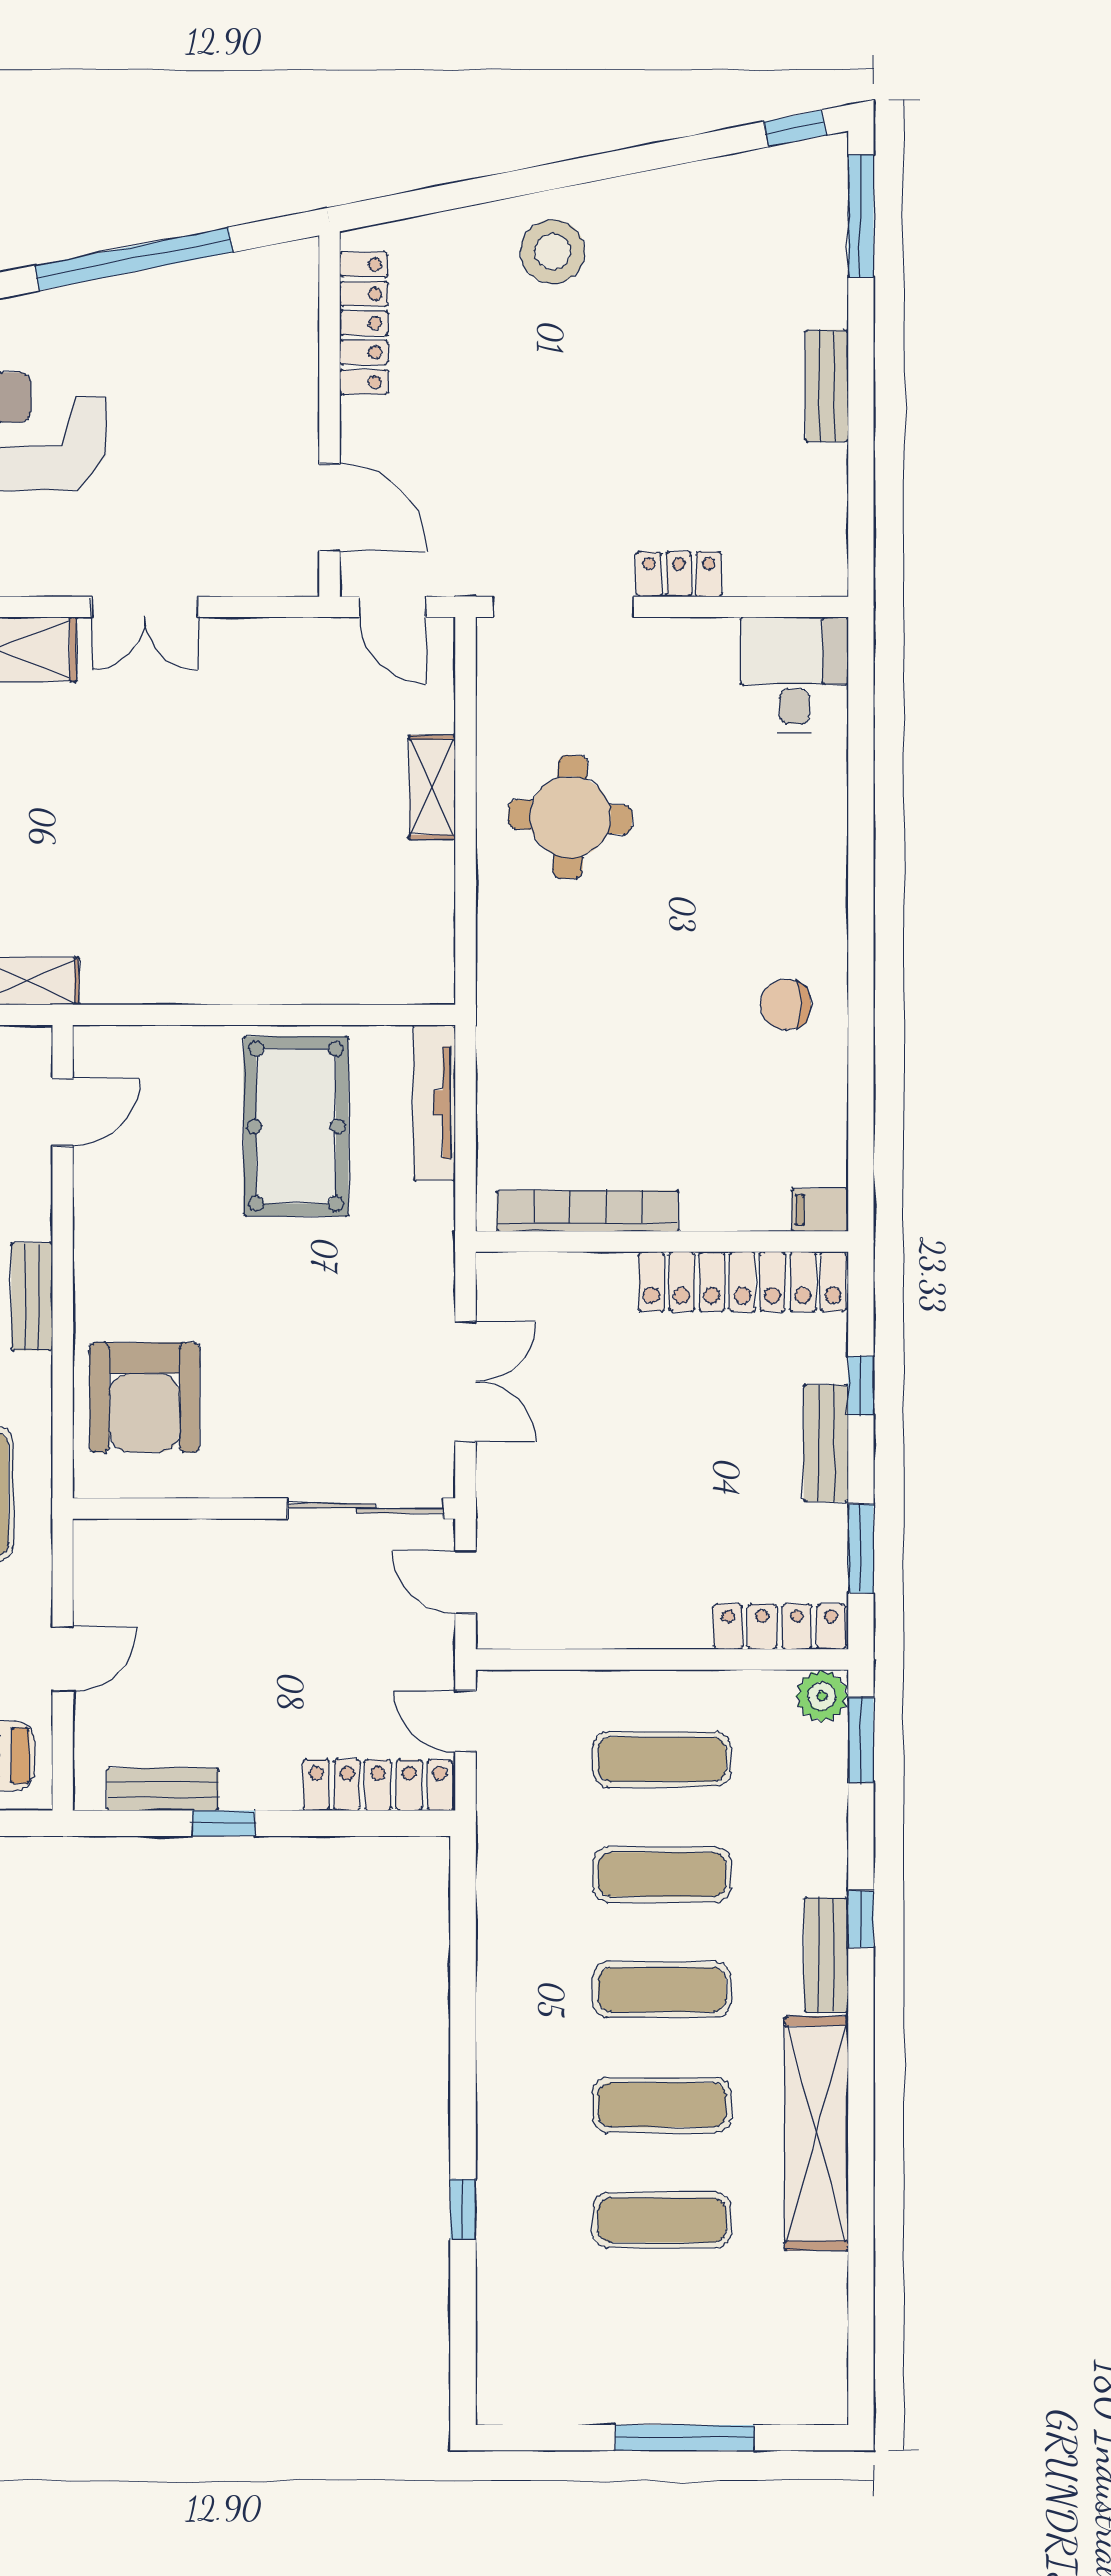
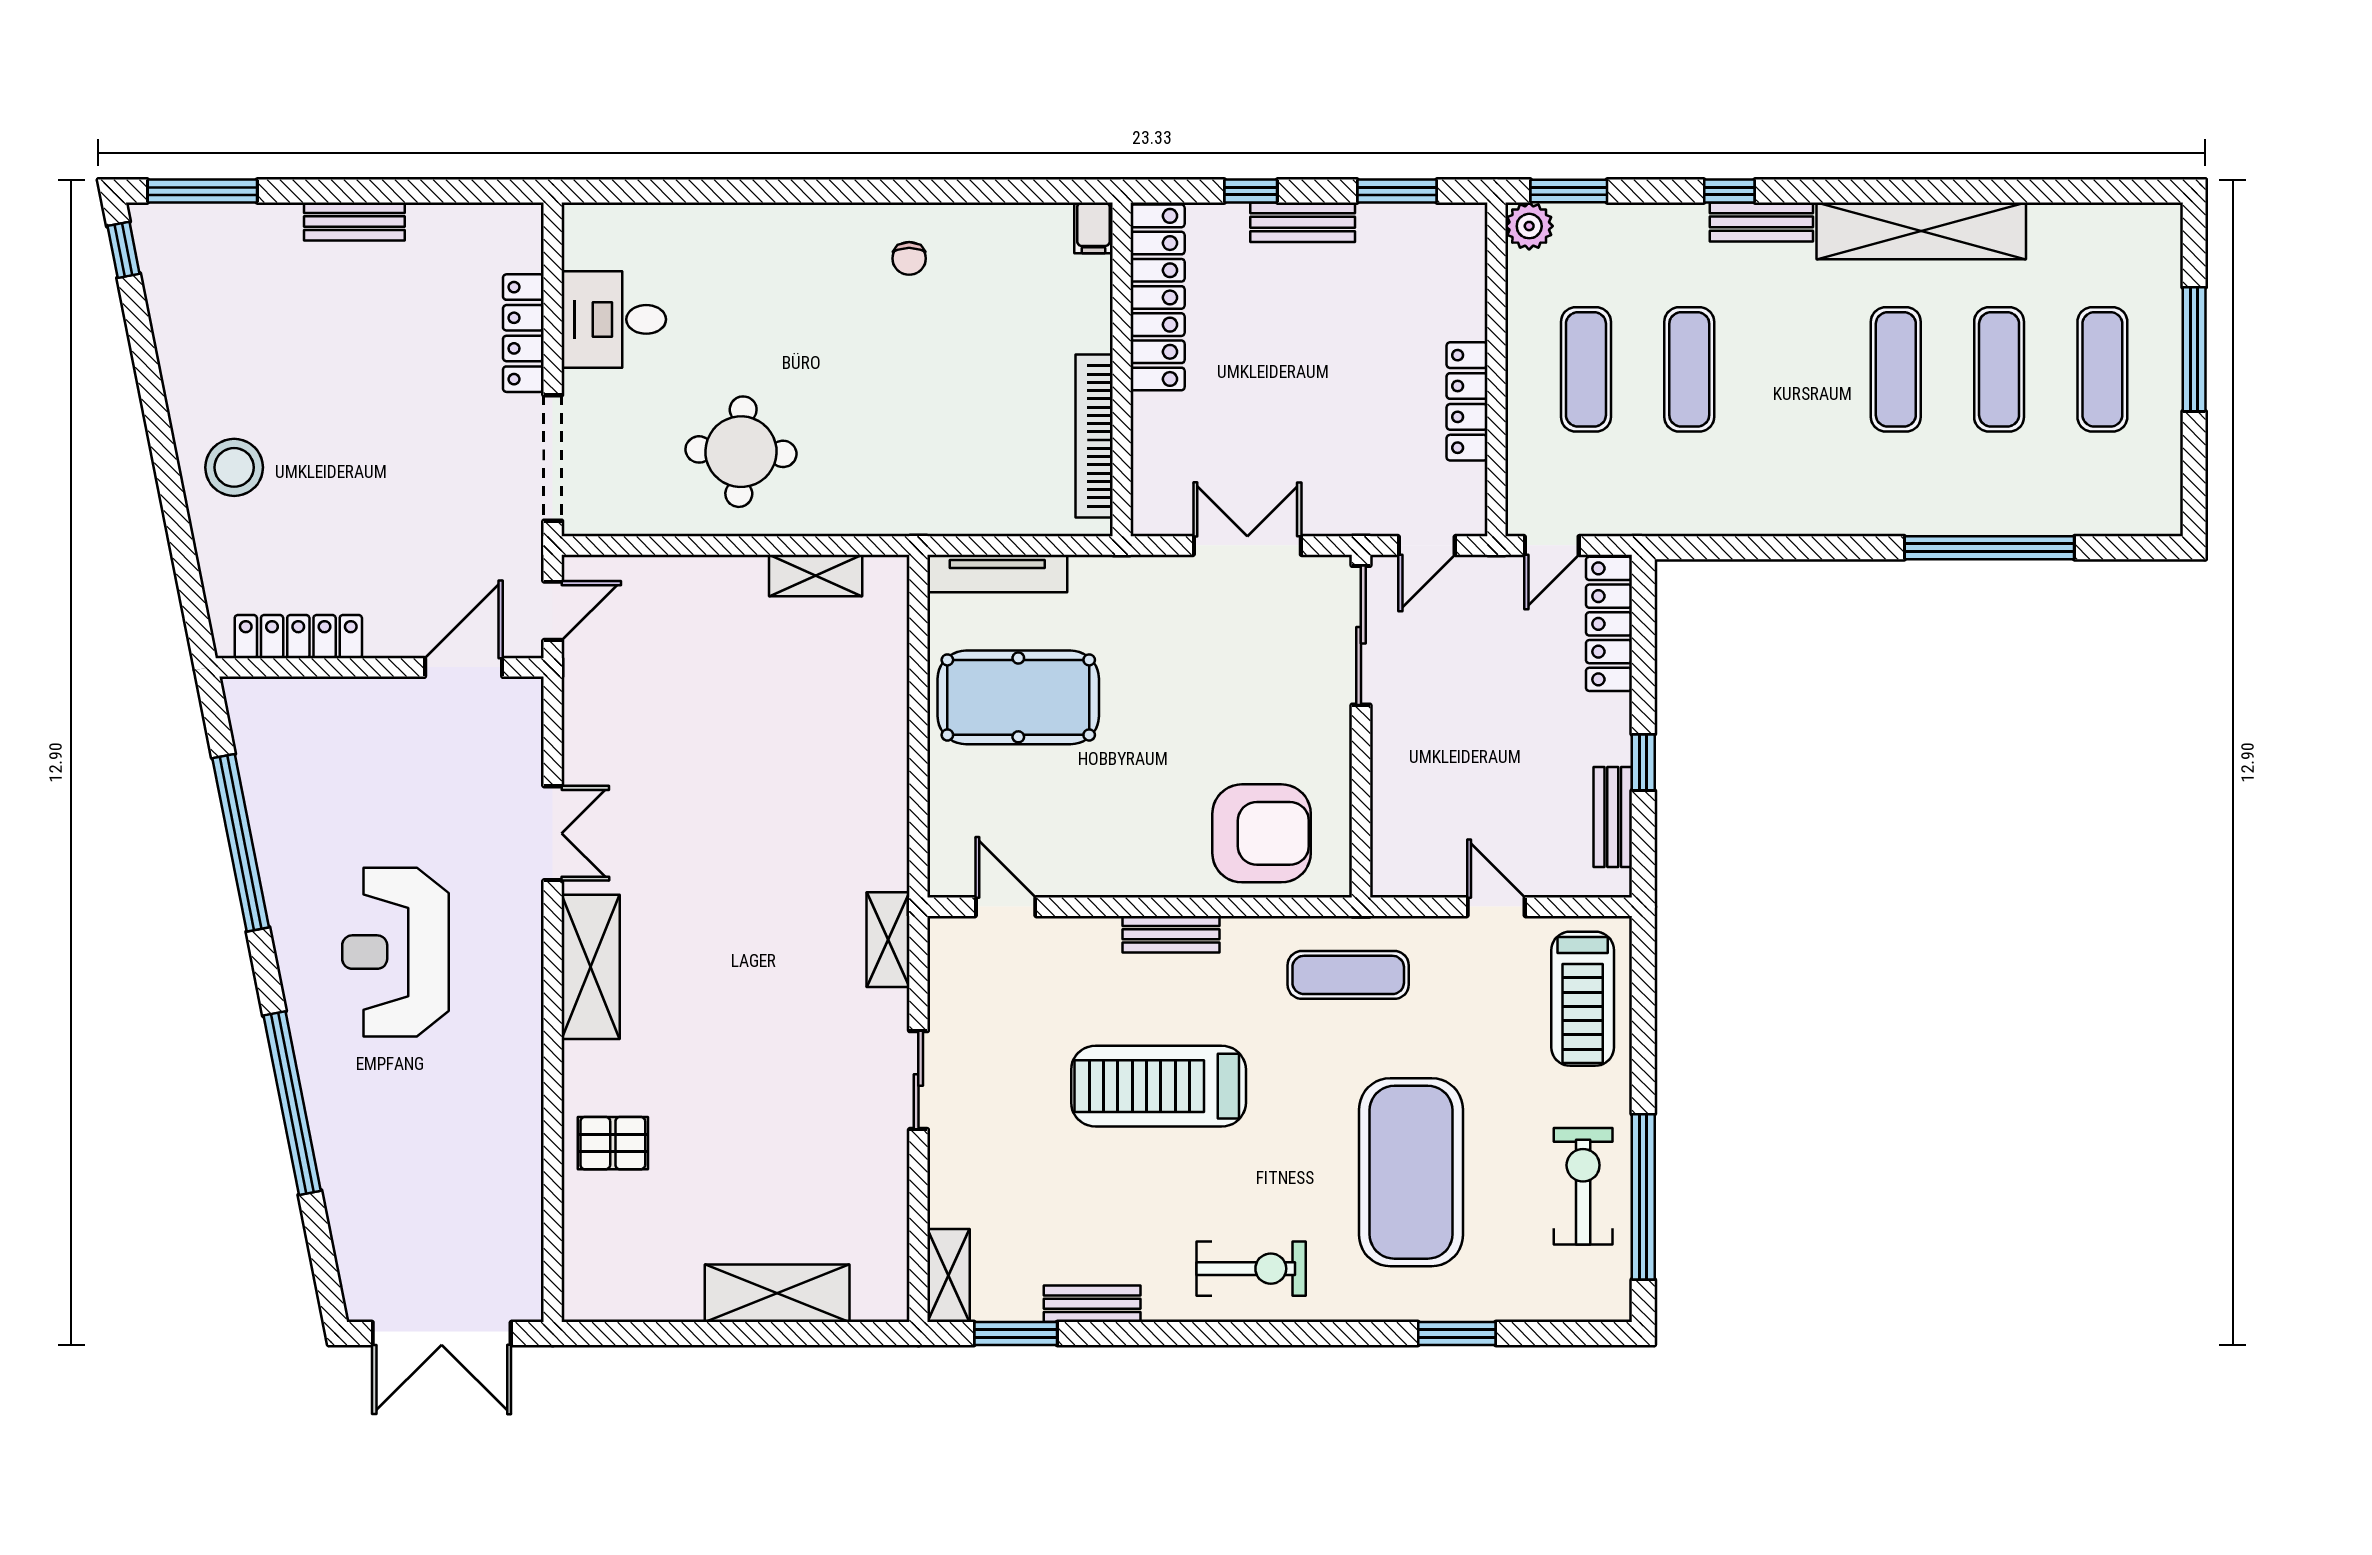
locker: (679, 574) -> (523, 333), width x1.53
desk: (794, 675) -> (614, 319), moved
shelving: (432, 787) -> (816, 575), moved
chair: (786, 1004) -> (909, 258), width x0.73, depth x0.73
locker: (779, 1627) -> (1467, 401), moved
exercise mat: (662, 1990) -> (2102, 369), moved
window: (463, 2209) -> (1989, 548), width x3.17

